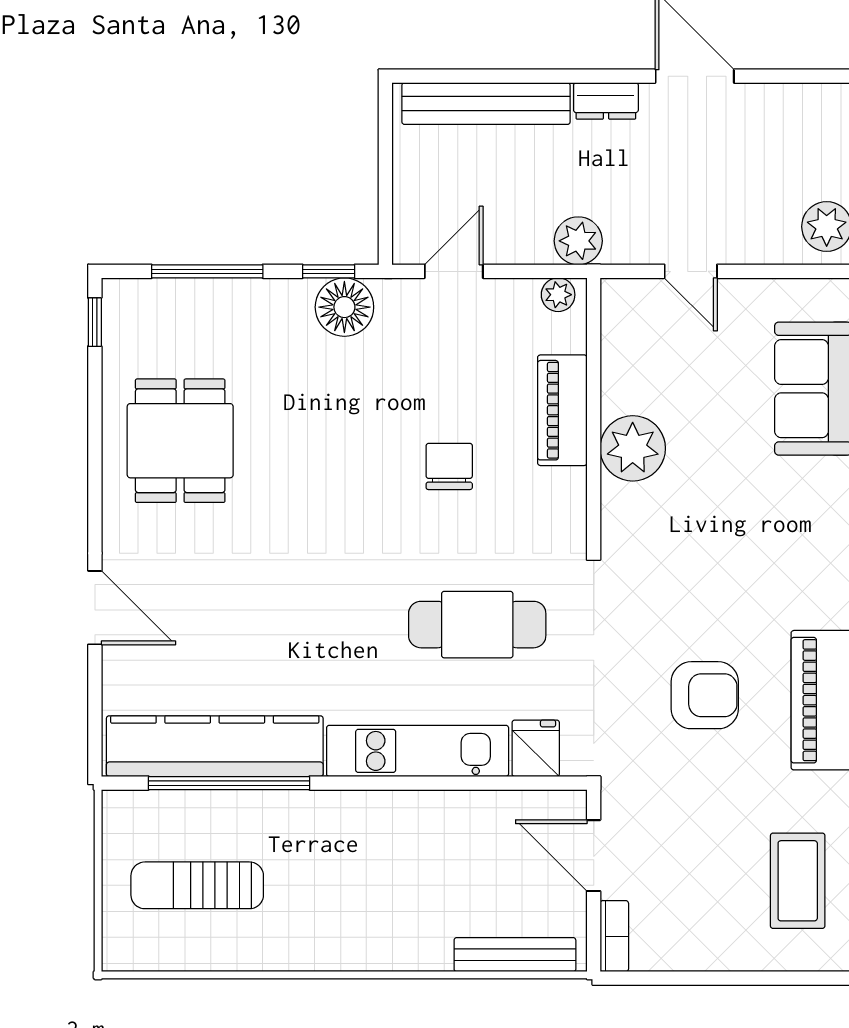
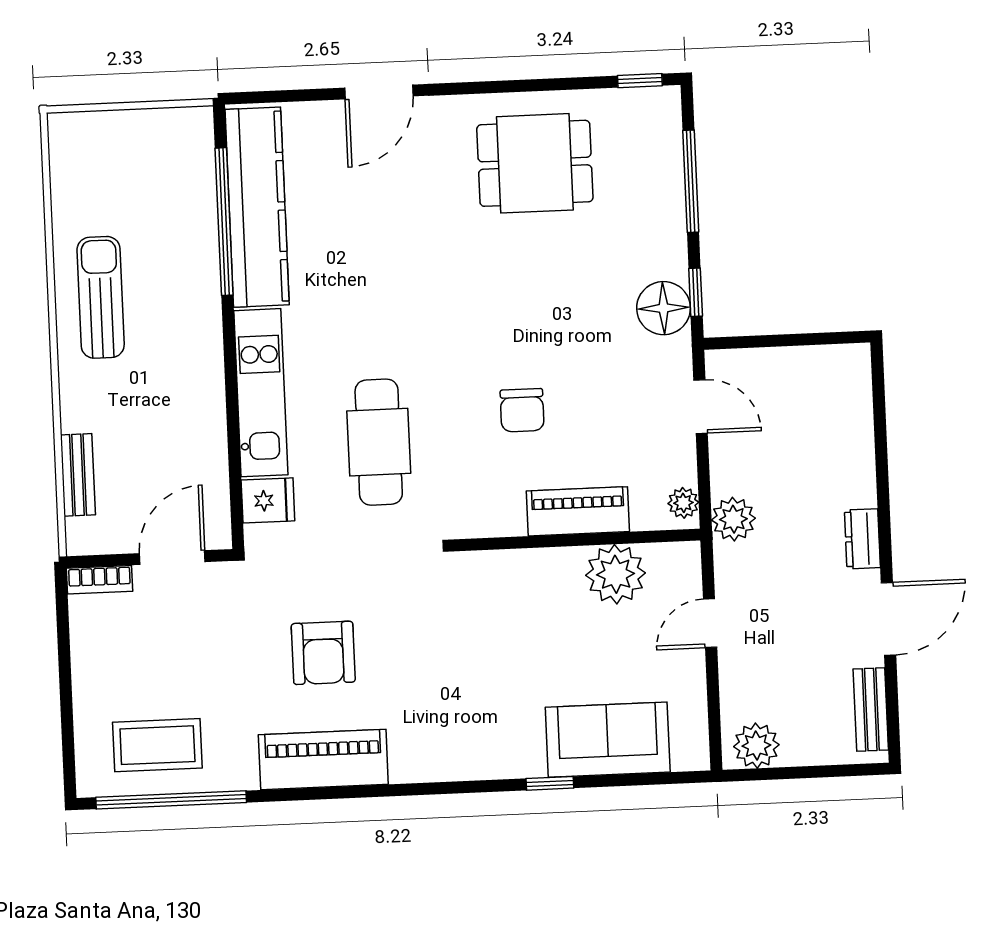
bench: (486, 104) -> (871, 710), moved, width x0.54, depth x0.82
plant: (633, 448) -> (616, 574), moved
chair: (449, 466) -> (522, 410), turned 90
sun lounger: (197, 885) -> (101, 297), moved
bench: (515, 955) -> (78, 475), width x0.73

